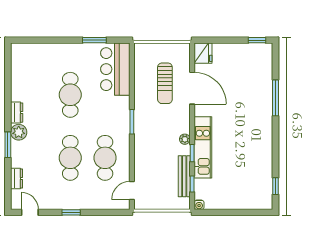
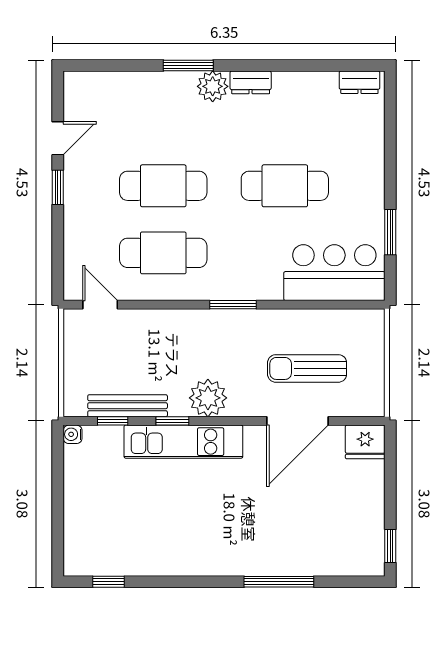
plant: (185, 139) -> (208, 398), width x1.87, depth x1.87
dresser: (17, 178) -> (359, 82), moved
door: (30, 212) -> (58, 138), moved

